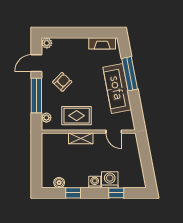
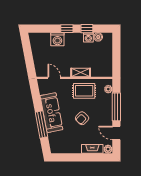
fireplace: (102, 43) -> (92, 149), moved
door: (36, 63) -> (116, 133), swing flipped
armchair: (62, 82) -> (82, 118), moved
washing machine: (95, 182) -> (88, 37), moved
window: (116, 193) -> (67, 29), moved

